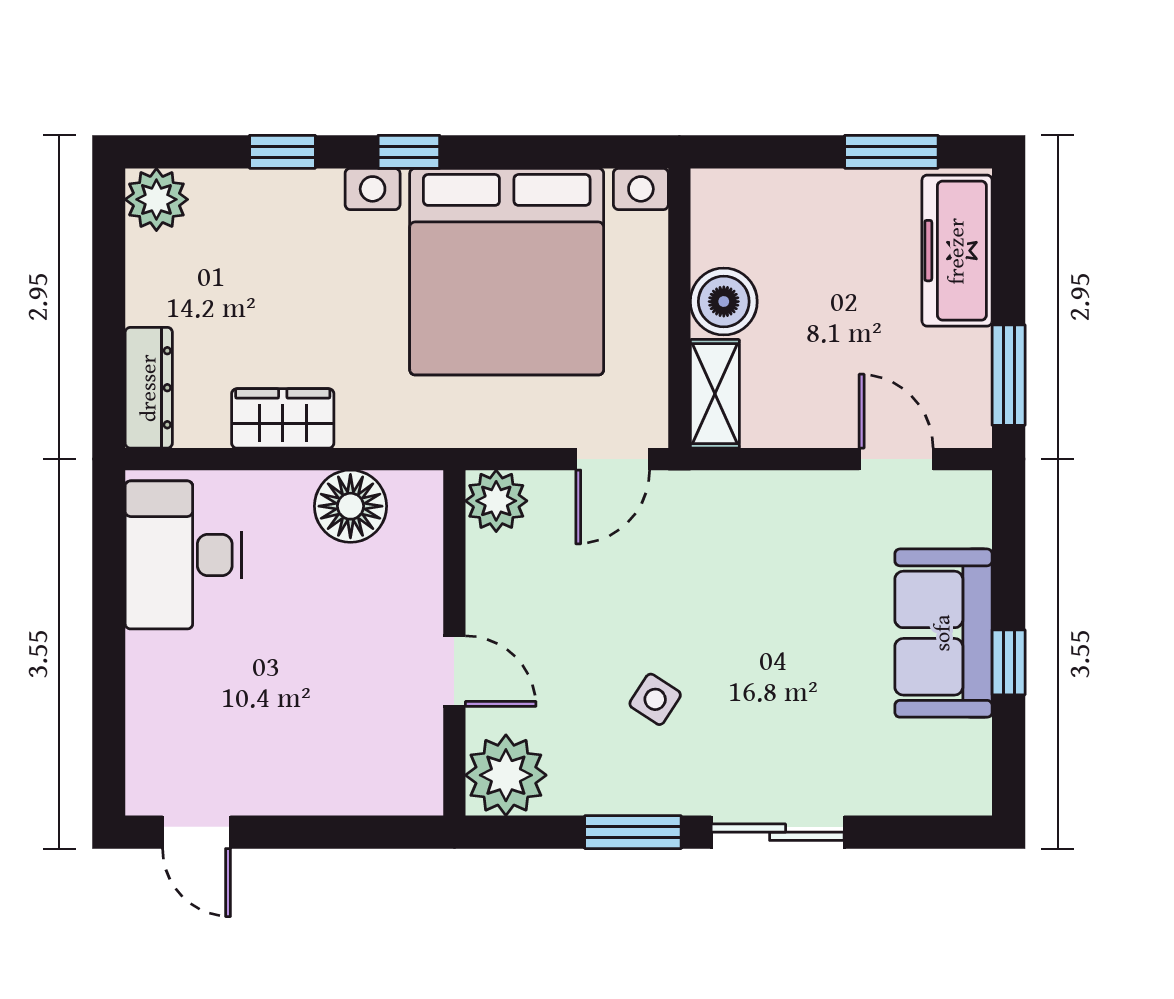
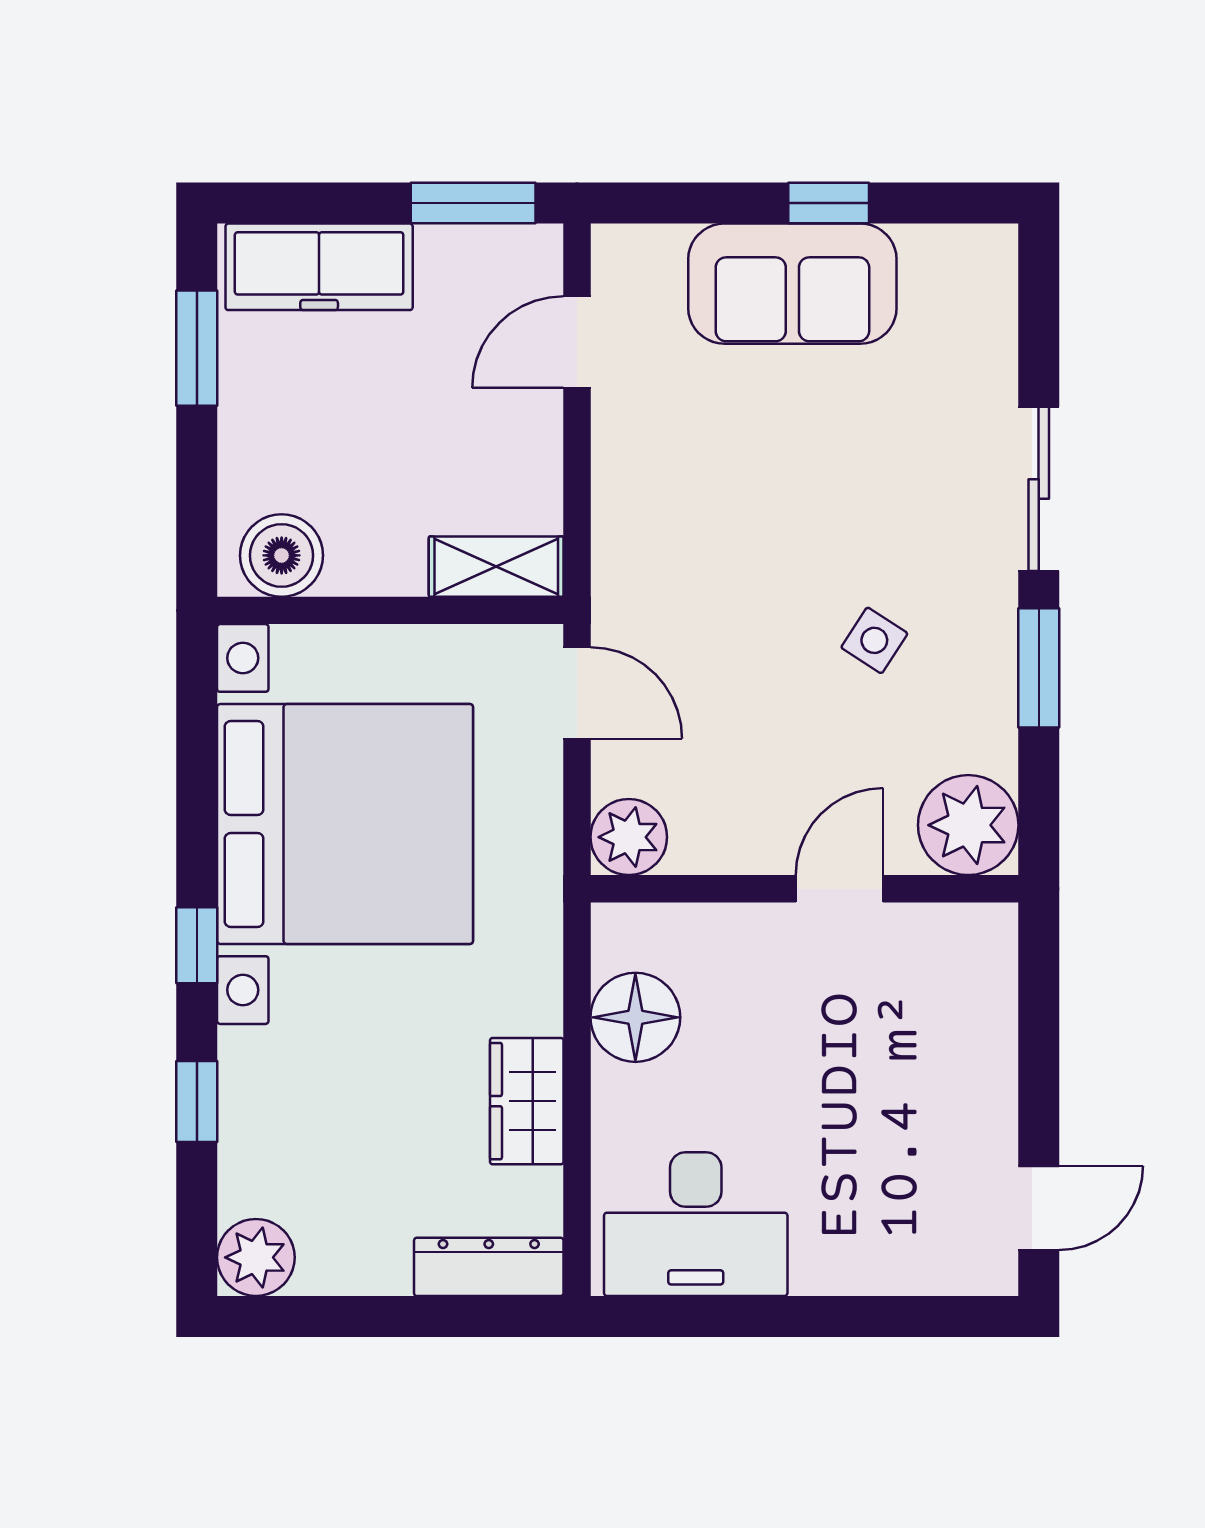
boiler: (724, 302) -> (282, 555), moved

